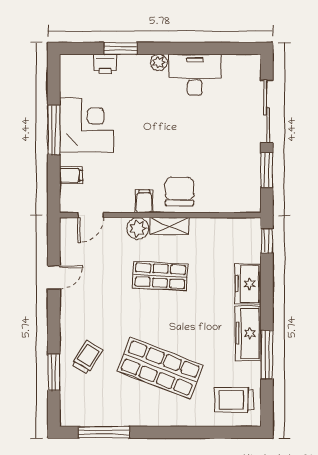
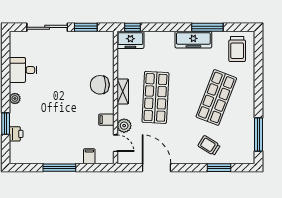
desk: (195, 75) -> (23, 70), width x0.73
corner desk: (87, 125) -> (56, 146), removed
filing cabinet: (144, 201) -> (106, 120), moved
plant: (138, 228) -> (124, 126), moved
shop shelf: (160, 276) -> (155, 97), width x1.43, depth x1.36
door: (54, 277) -> (156, 168), width x1.88
freezer: (248, 284) -> (130, 40), moved

